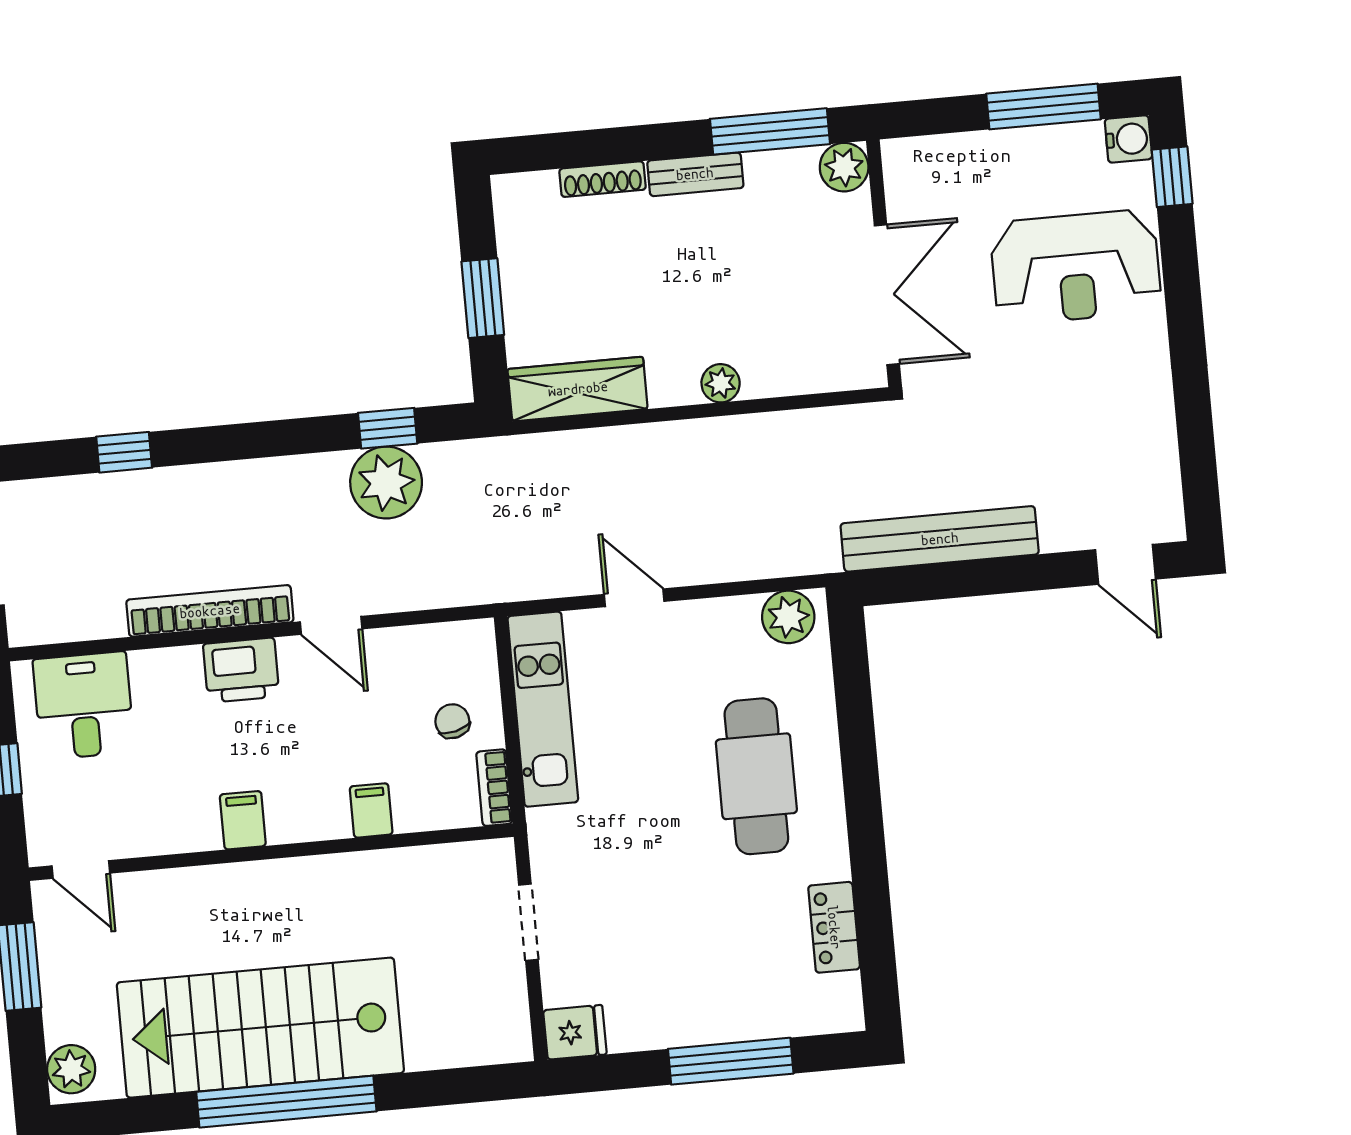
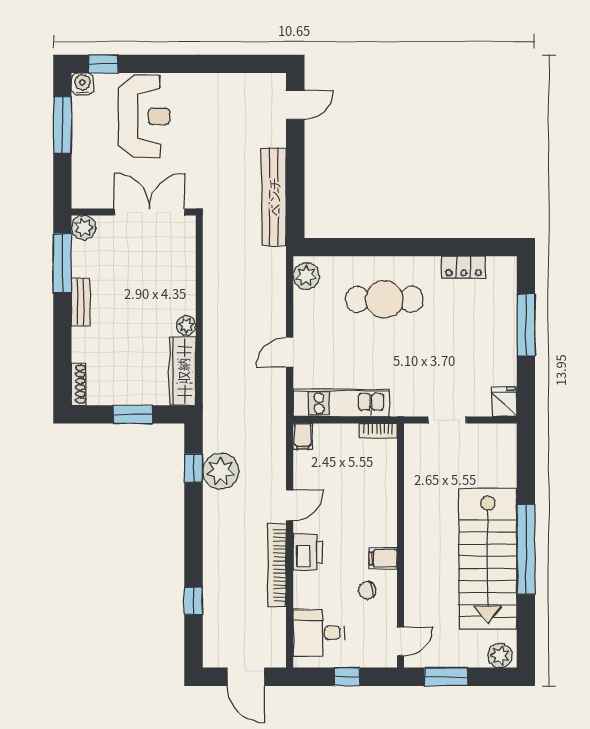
shoe rack: (603, 179) -> (79, 384), moved
plant: (721, 383) -> (186, 325), moved
chair: (452, 721) -> (367, 590), moved
filing cabinet: (371, 810) -> (303, 436), moved, turned -90

